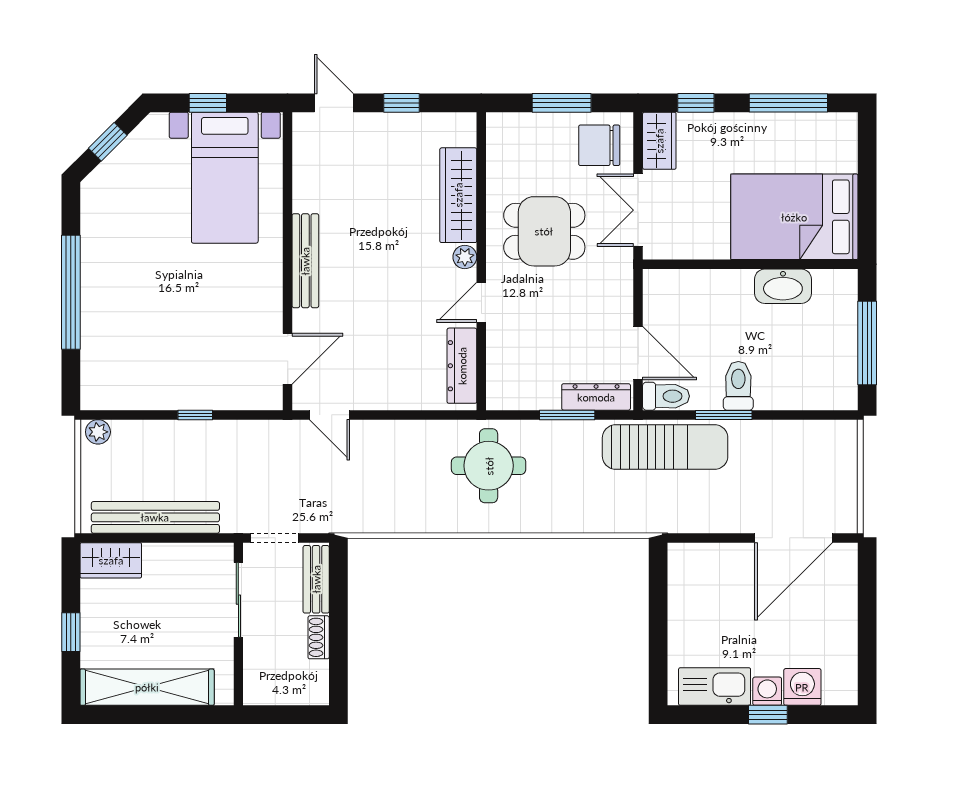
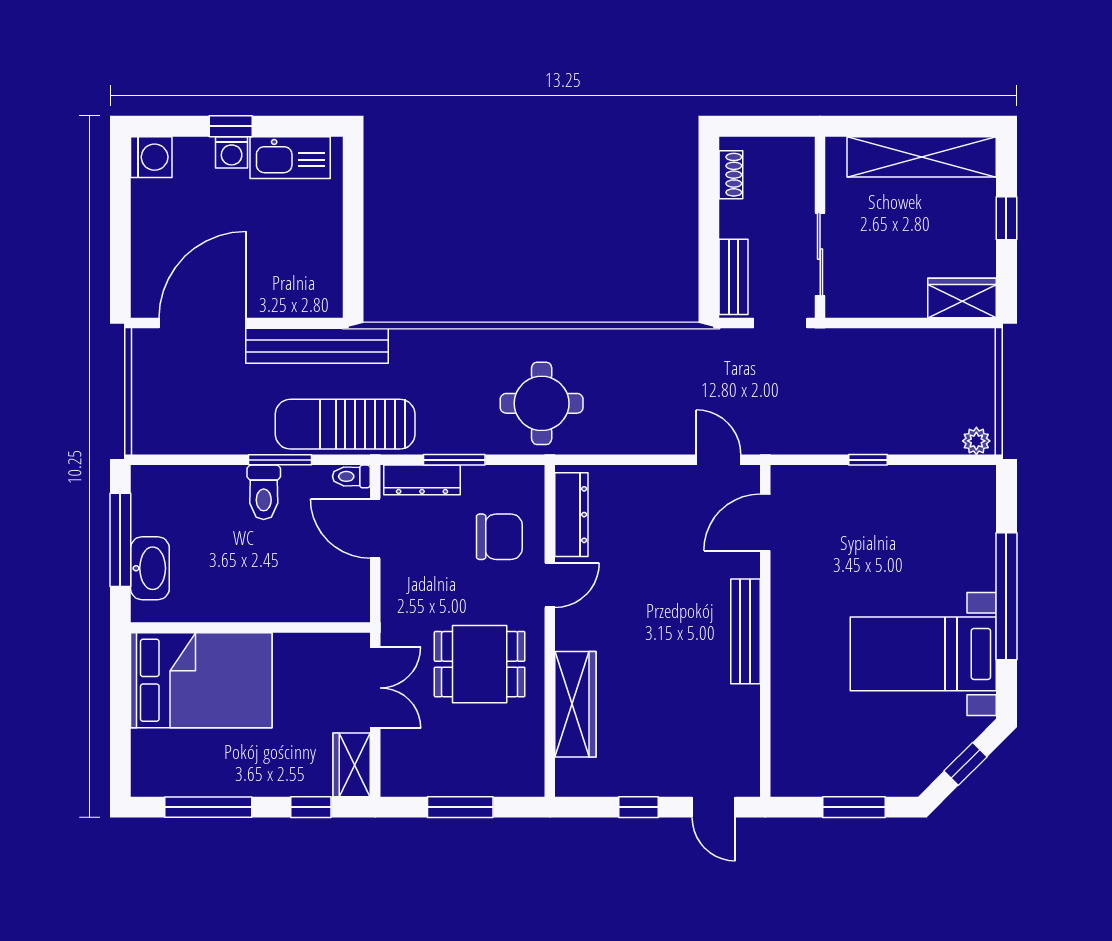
window: (208, 103) -> (854, 807), width x1.50
chair: (599, 145) -> (499, 537), moved
bed with nightstands: (225, 178) -> (923, 654), moved, turned -90
plant: (465, 257) -> (568, 636), removed
washbasin: (783, 286) -> (150, 568), moved, turned 90
toilet: (666, 396) -> (351, 476), width x0.73, depth x0.72
bench: (155, 517) -> (317, 346), moved
shoe rack: (319, 637) -> (731, 175), moved
washing machine: (802, 687) -> (151, 157), moved, turned -90

